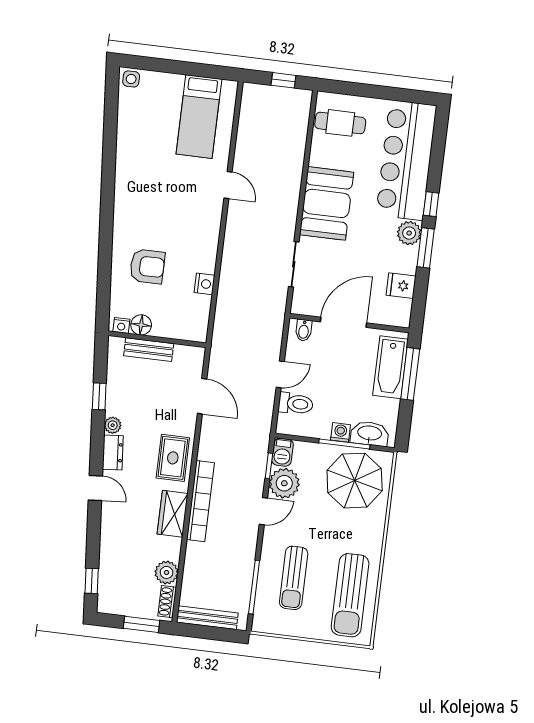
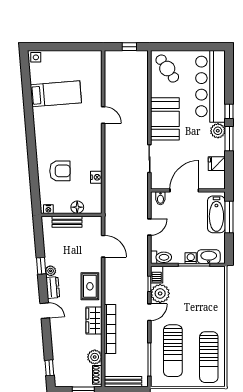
bed: (199, 117) -> (56, 94), moved, turned -95
cafe table: (340, 123) -> (167, 69), turned 55
floor lamp: (141, 325) -> (77, 207), moved
window: (99, 396) -> (41, 266), moved
toilet: (296, 404) -> (161, 257), moved
parasol: (355, 481) -> (203, 287), removed
bookcase: (200, 501) -> (110, 329), moved
sun lounger: (294, 578) -> (173, 351), width x1.36, depth x1.34

